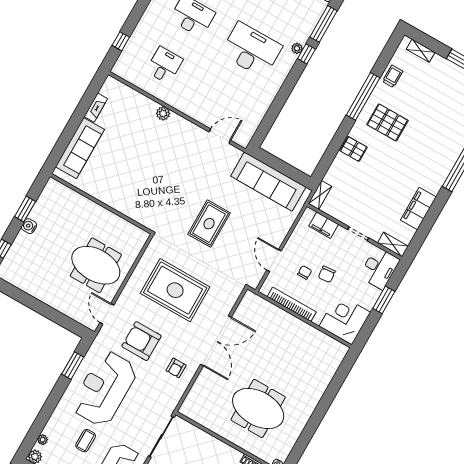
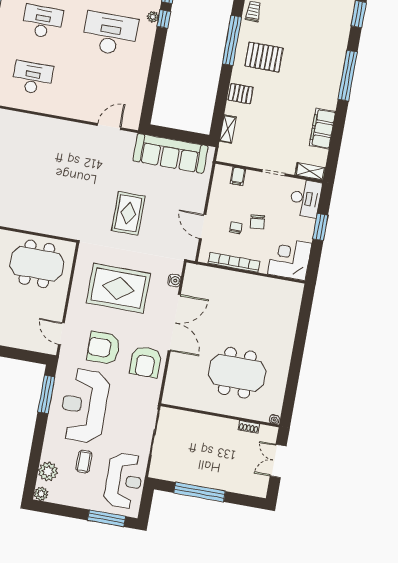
desk: (164, 65) -> (32, 78), width x1.37
plant: (163, 113) -> (47, 124), removed
shelving: (320, 195) -> (228, 129), moved
filing cabinet: (324, 225) -> (238, 176), width x0.50
meeting table: (96, 265) -> (37, 264), moved
water cooler: (230, 301) -> (174, 280), added
window: (73, 366) -> (46, 394), width x1.44
armchair: (176, 368) -> (145, 362), width x1.88, depth x1.88
plant: (43, 440) -> (48, 471), width x1.88, depth x1.88

